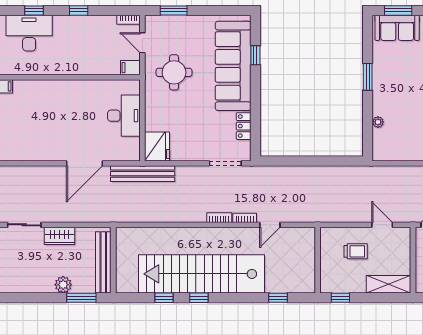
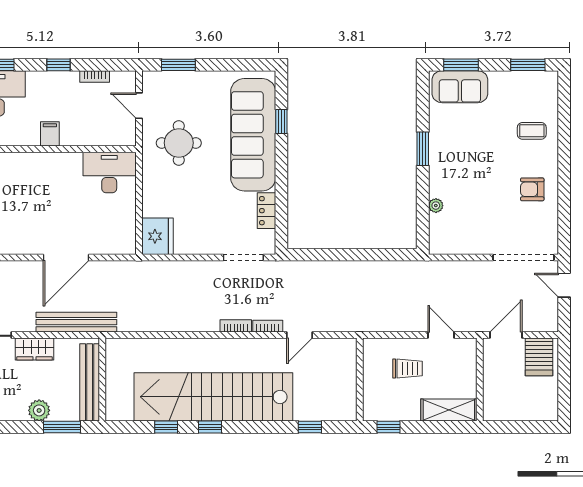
bookcase: (128, 20) -> (95, 77), moved
filing cabinet: (130, 68) -> (50, 134), moved, turned 90
desk: (124, 116) -> (109, 172), moved, turned -90
bench: (143, 174) -> (76, 322), moved

